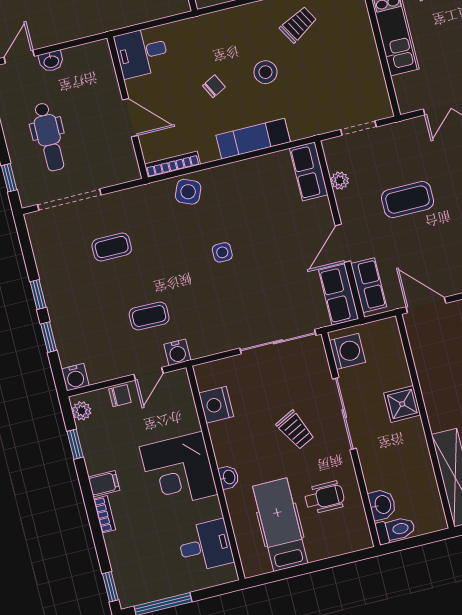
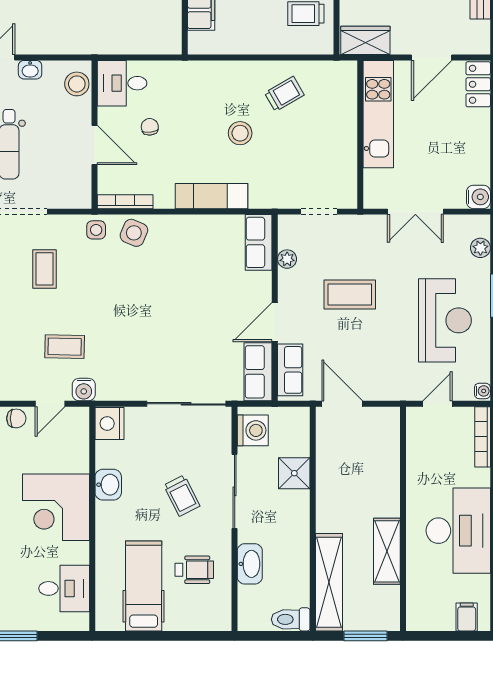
stool: (99, 64) -> (77, 84), added
chair: (214, 86) -> (150, 127), moved, turned -69
coffee table: (112, 247) -> (44, 269), turned 90
side table: (222, 252) -> (96, 230), moved
shower: (402, 404) -> (294, 473), moved
nightstand: (216, 405) -> (109, 423), moved
washbasin: (229, 477) -> (108, 485), moved, width x1.38, depth x1.45
washbasin: (382, 505) -> (250, 564), moved, width x1.38
toilet: (395, 530) -> (291, 619), moved, turned 180

